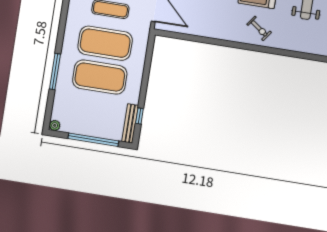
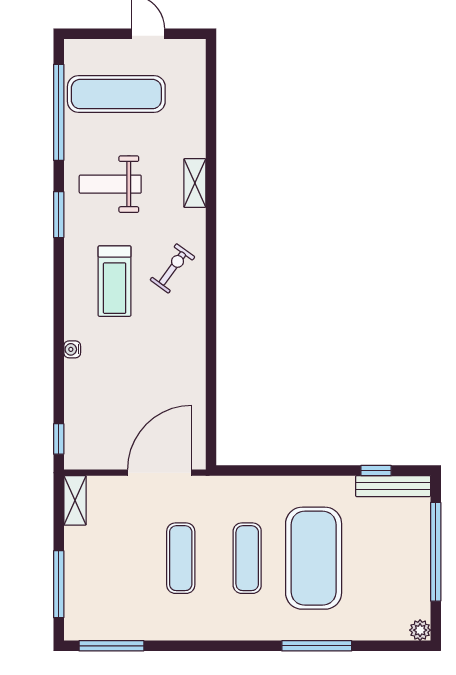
exercise mat: (105, 43) -> (247, 558), width x0.50, depth x0.69
shelving: (301, 47) -> (195, 183), added

